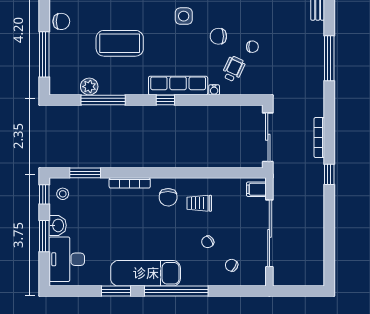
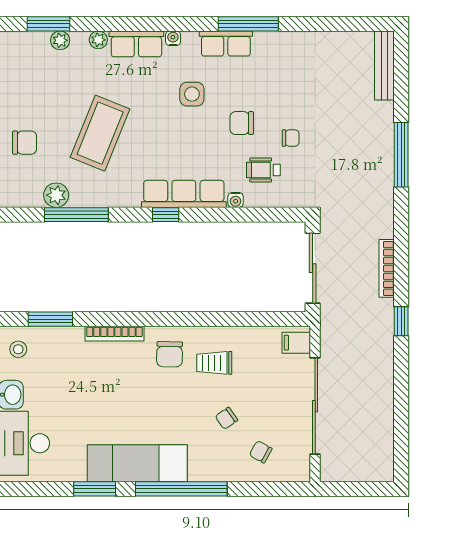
chair: (61, 21) -> (25, 143), moved
coffee table: (120, 43) -> (100, 133), turned -68
wheelchair: (233, 69) -> (263, 170), turned -115

